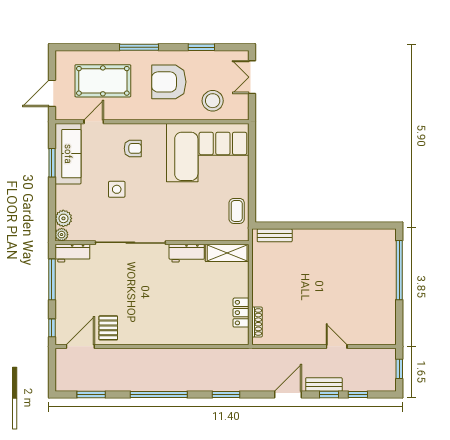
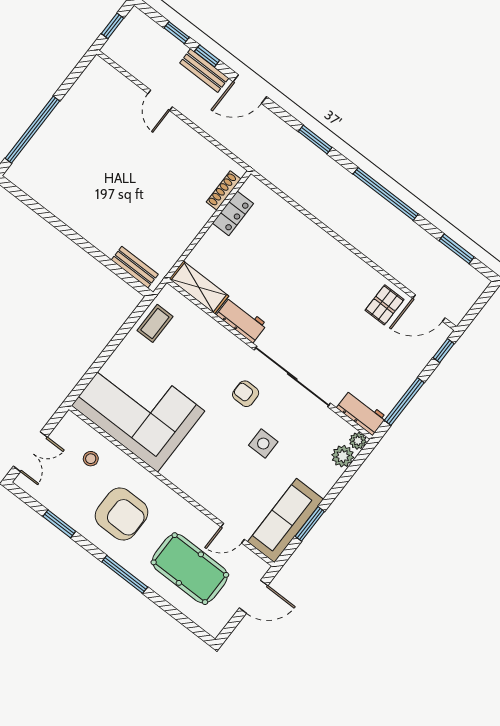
stool: (213, 101) -> (91, 459), width x0.53, depth x0.53
armchair: (133, 148) -> (246, 394), moved

